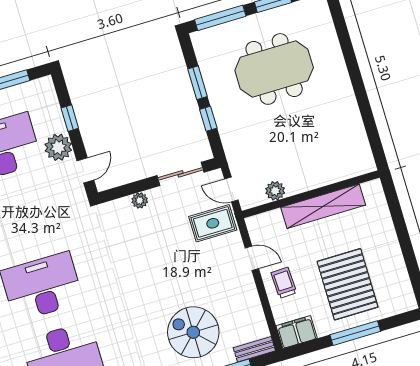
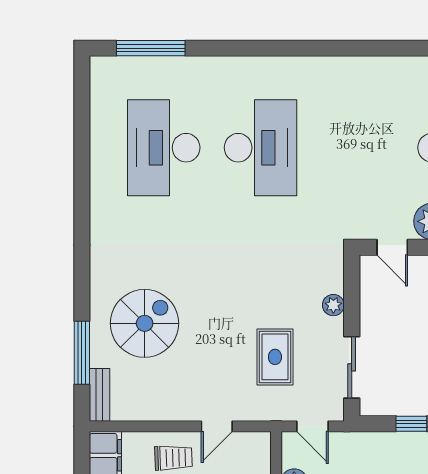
door: (231, 189) -> (312, 426), swing flipped
rug: (213, 223) -> (275, 357), moved

